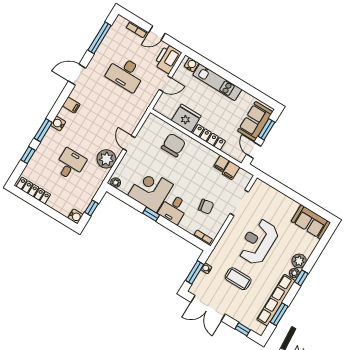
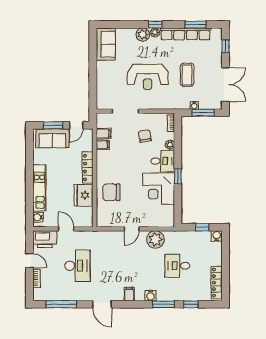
plant: (116, 183) -> (170, 145), moved

